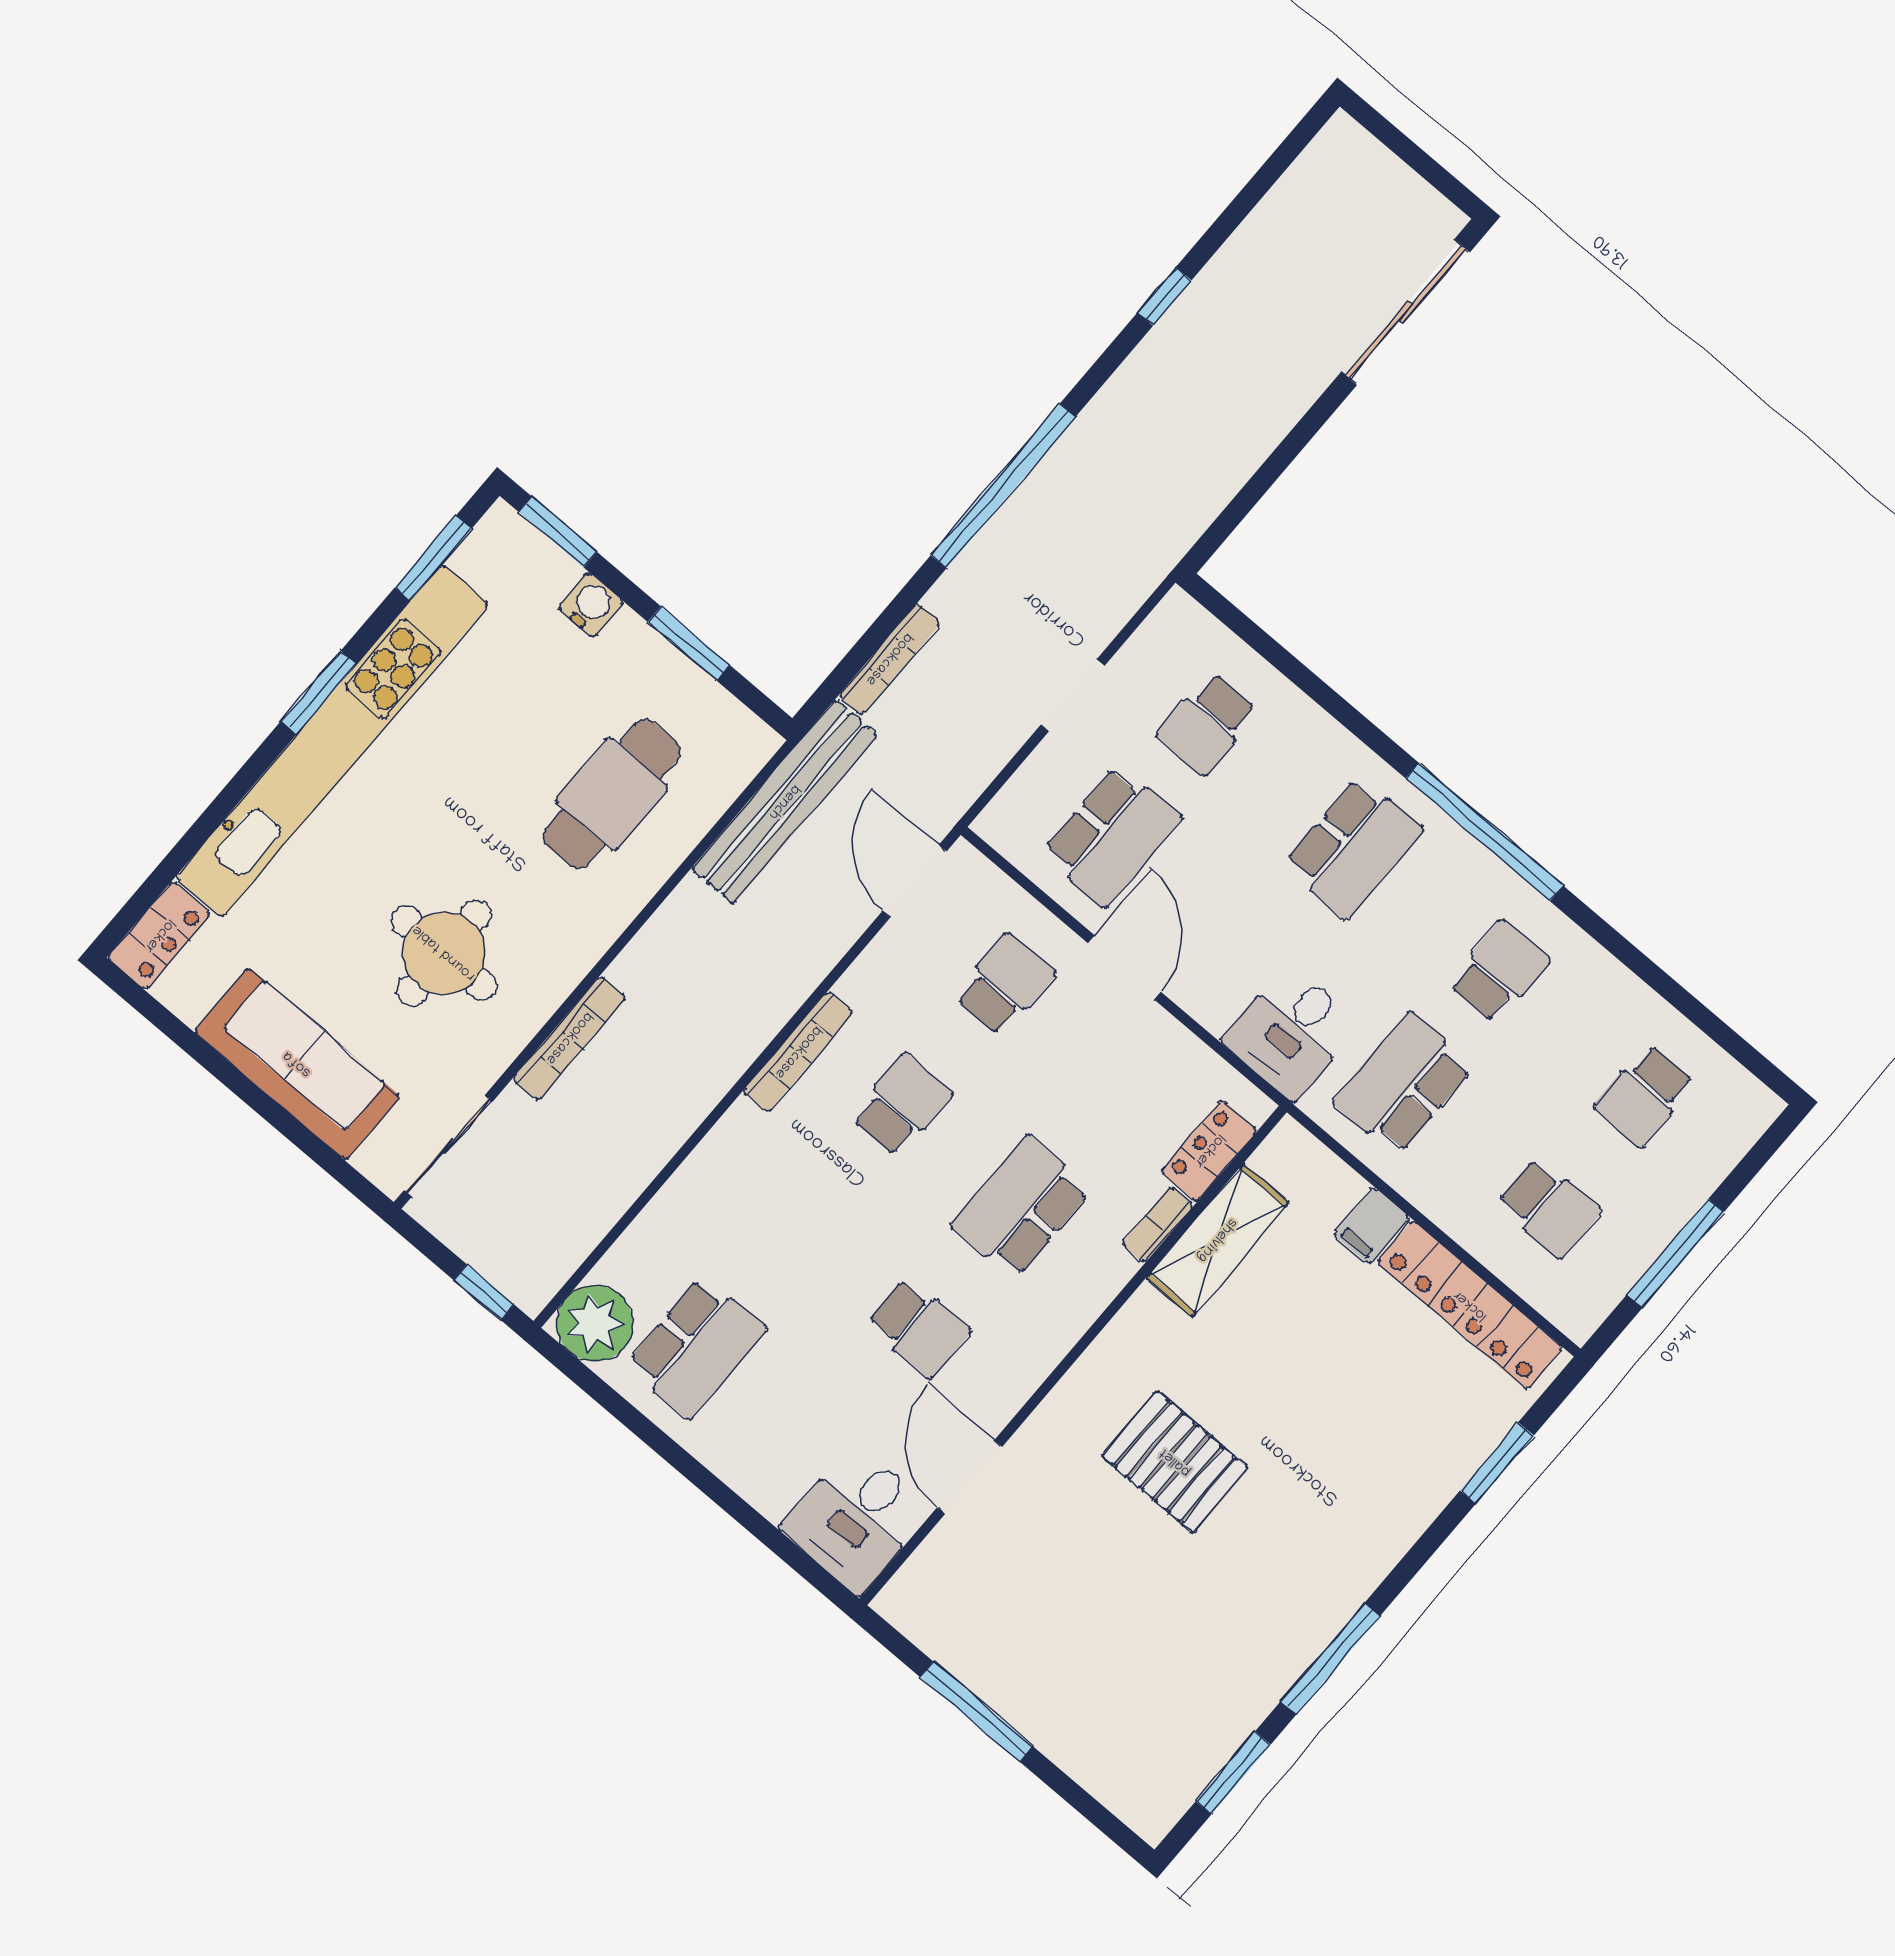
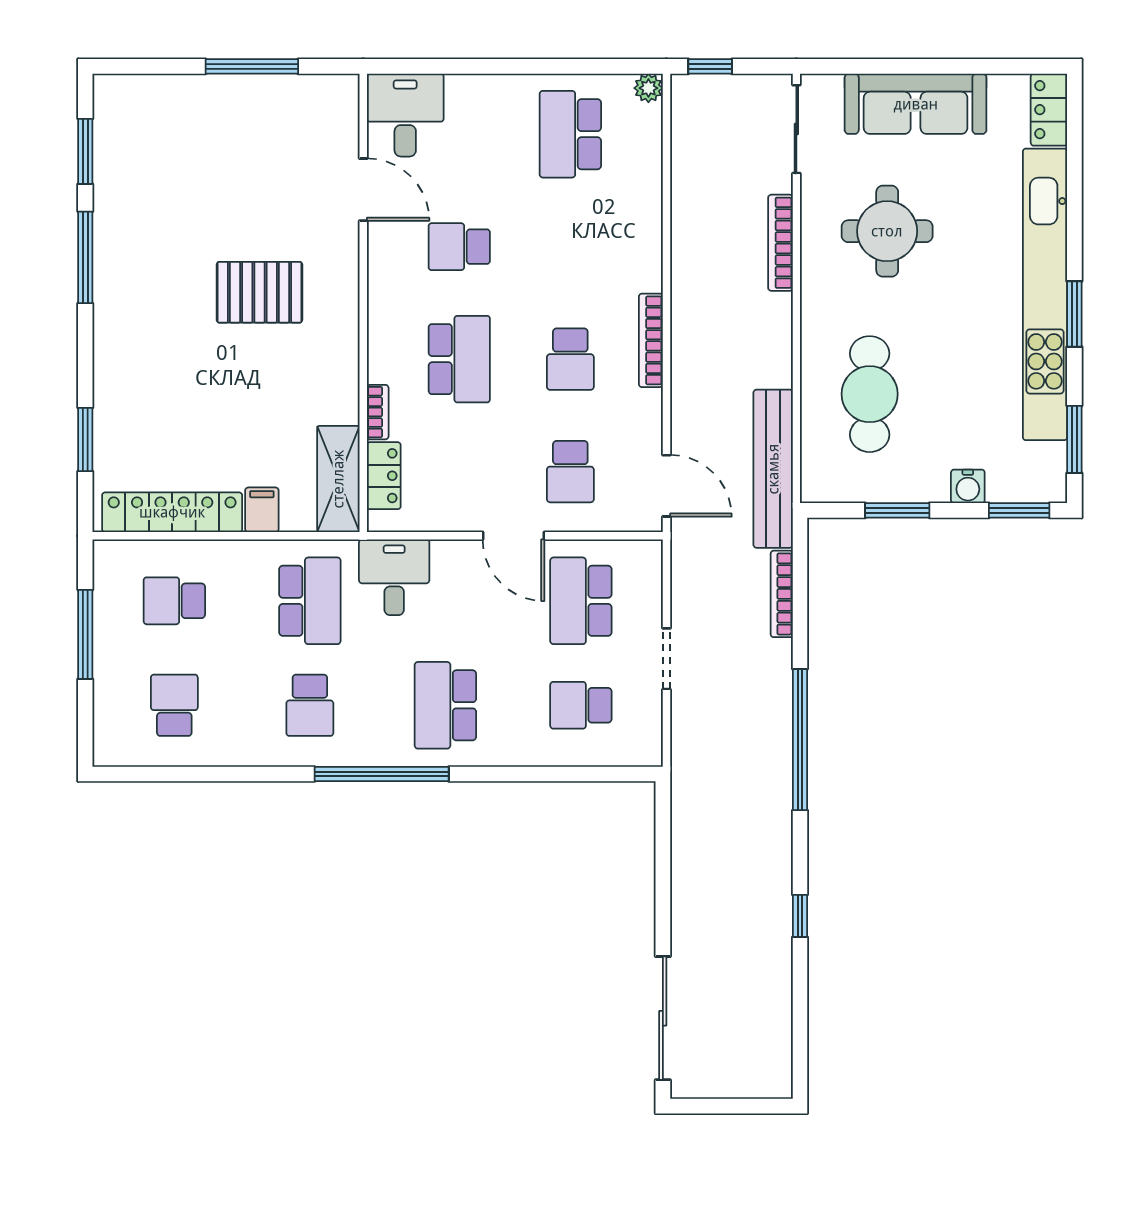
school desk: (1207, 723) -> (581, 705), turned -90
shelving: (1217, 1240) -> (338, 479), moved
plant: (595, 1323) -> (648, 88), width x0.53, depth x0.53

